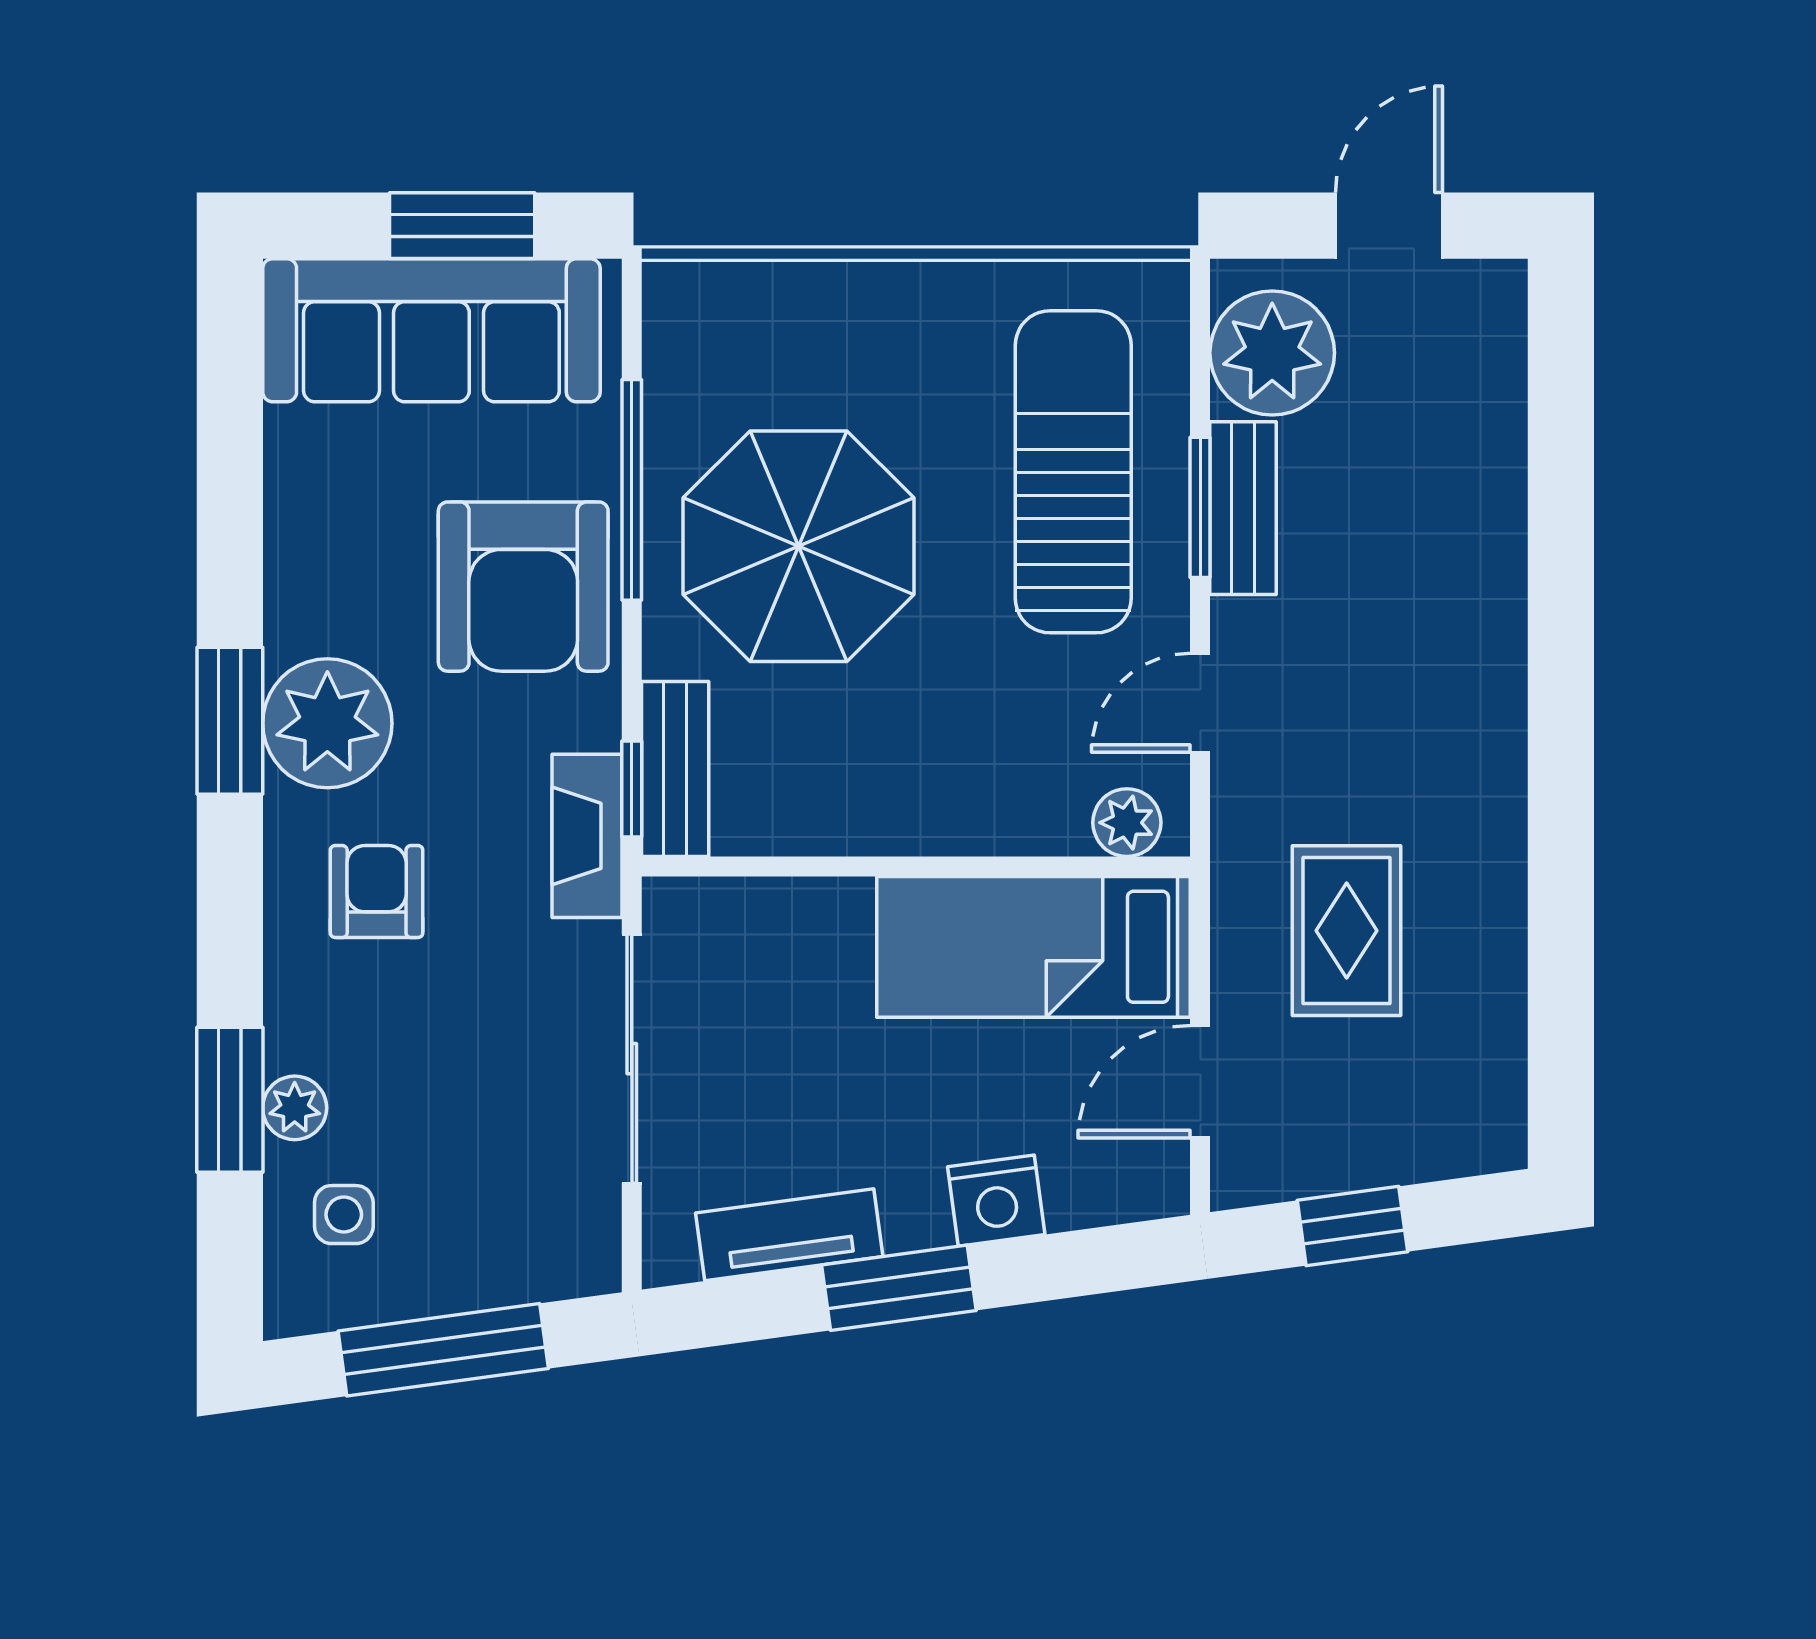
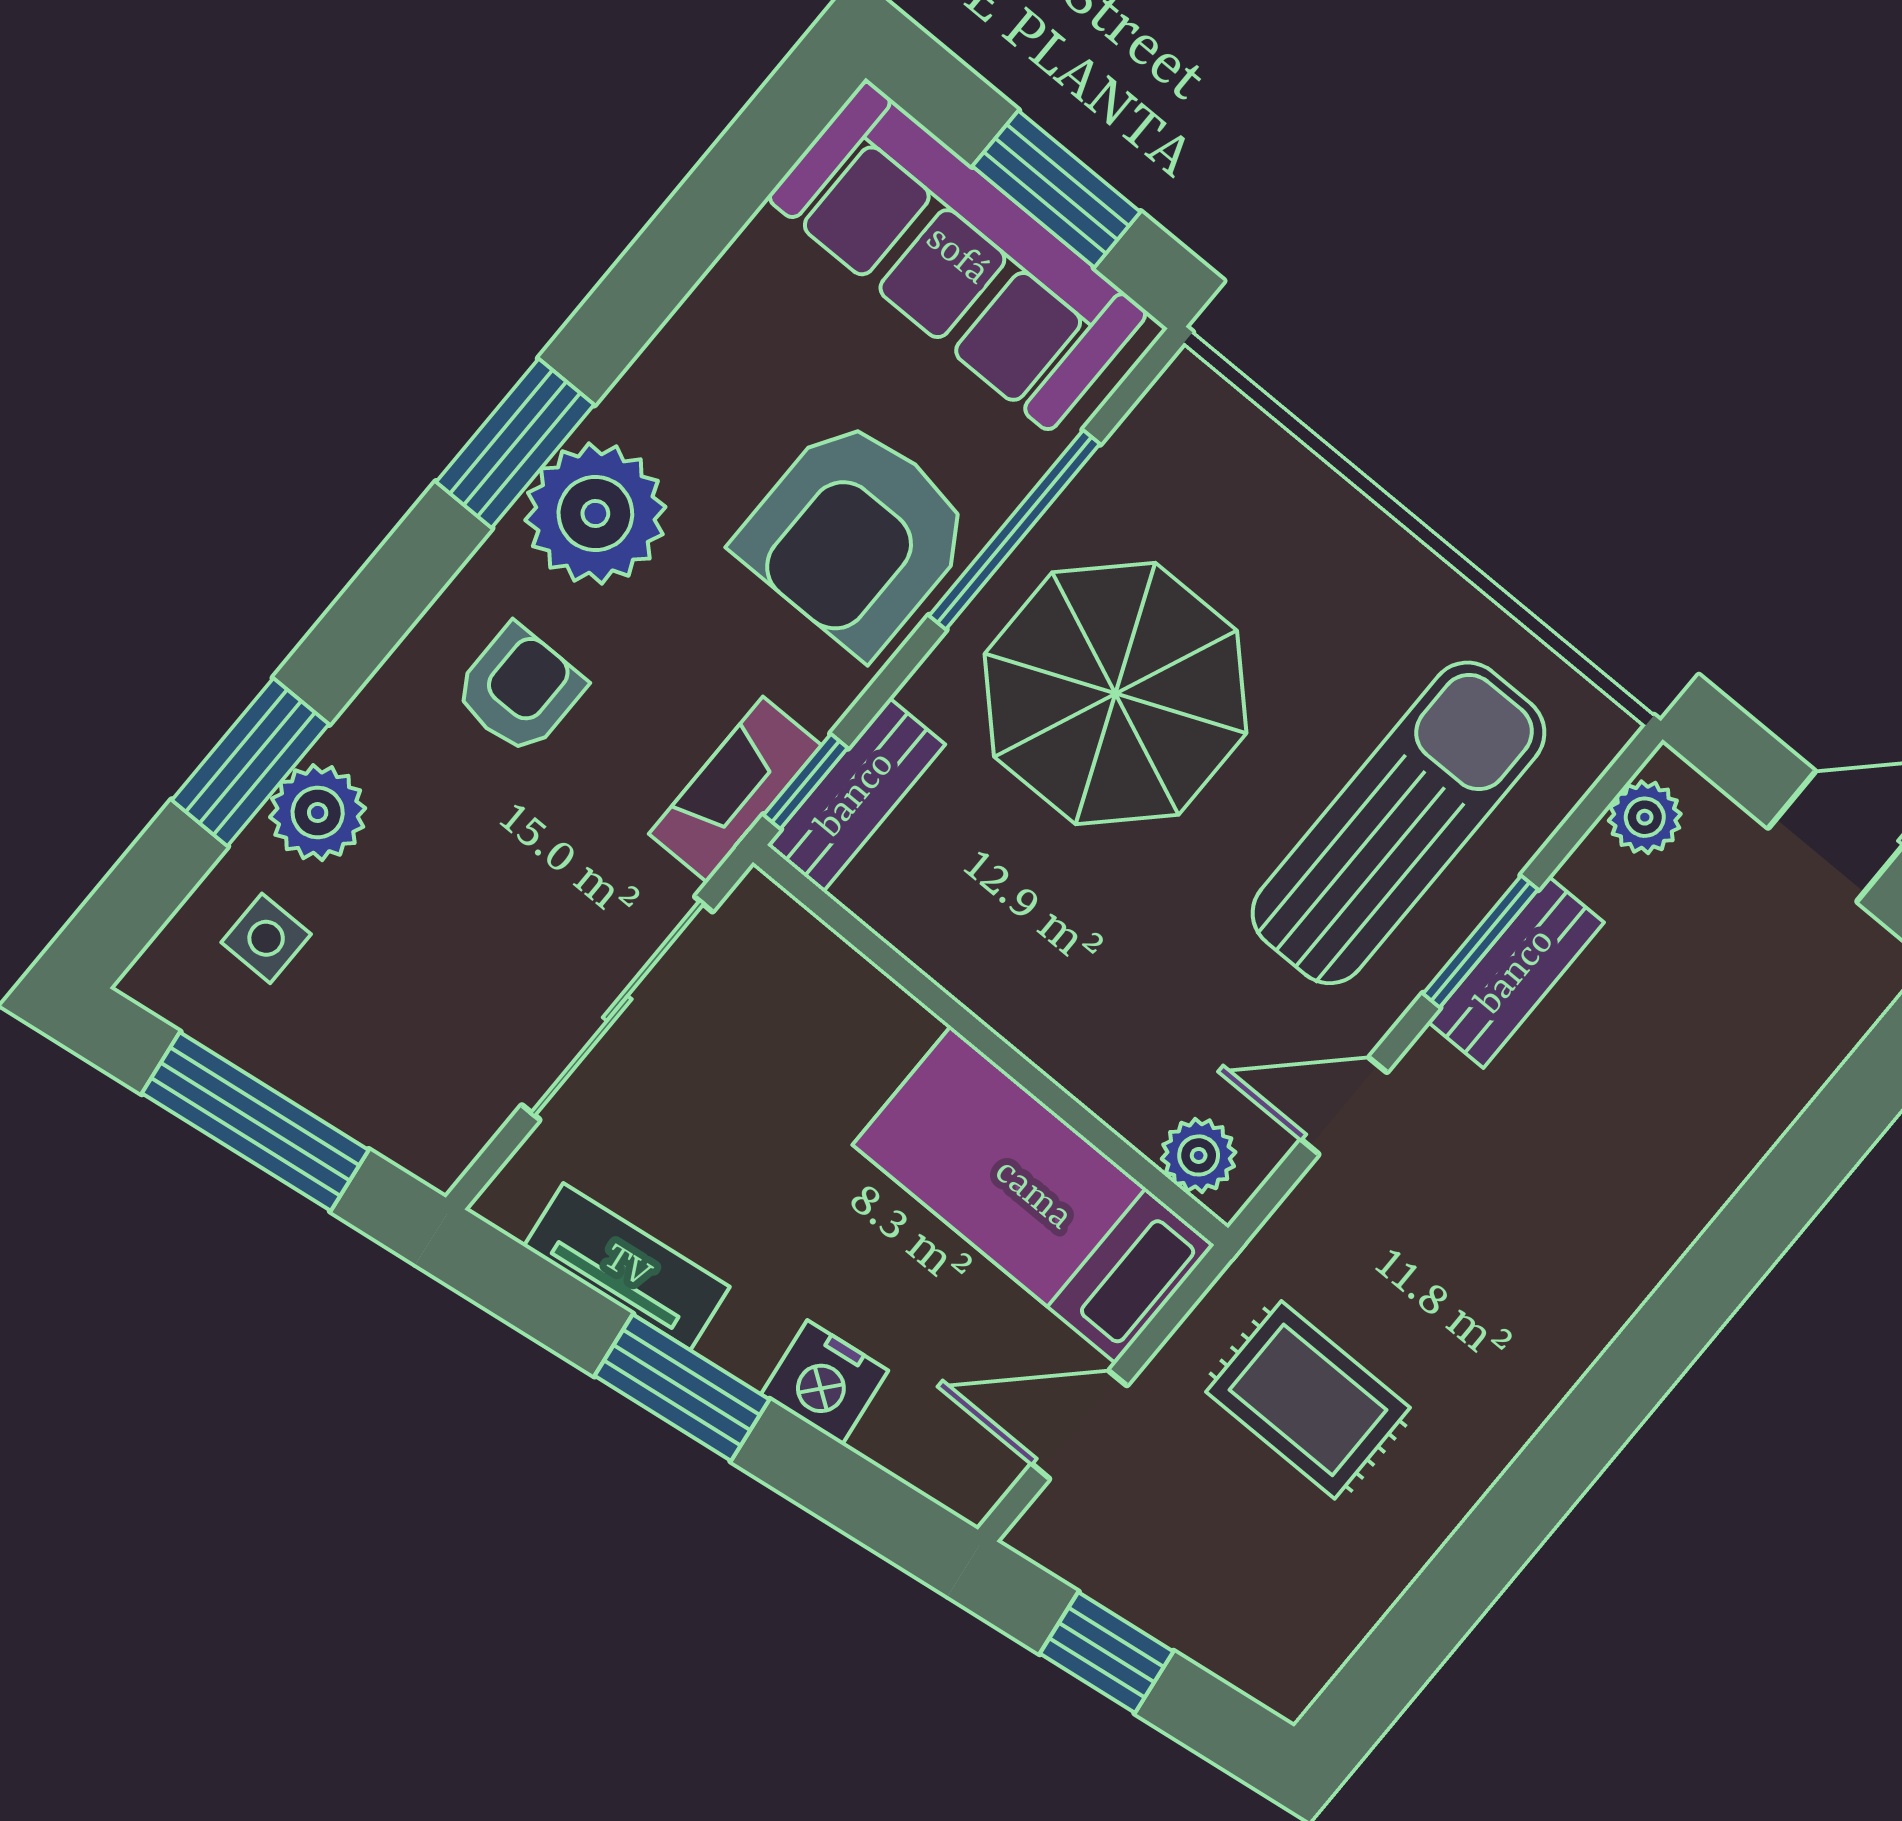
plant: (1272, 353) -> (1645, 817), width x0.53, depth x0.53
rug: (1347, 931) -> (1308, 1400), turned 90
plant: (295, 1108) -> (318, 813), width x1.38, depth x1.38

